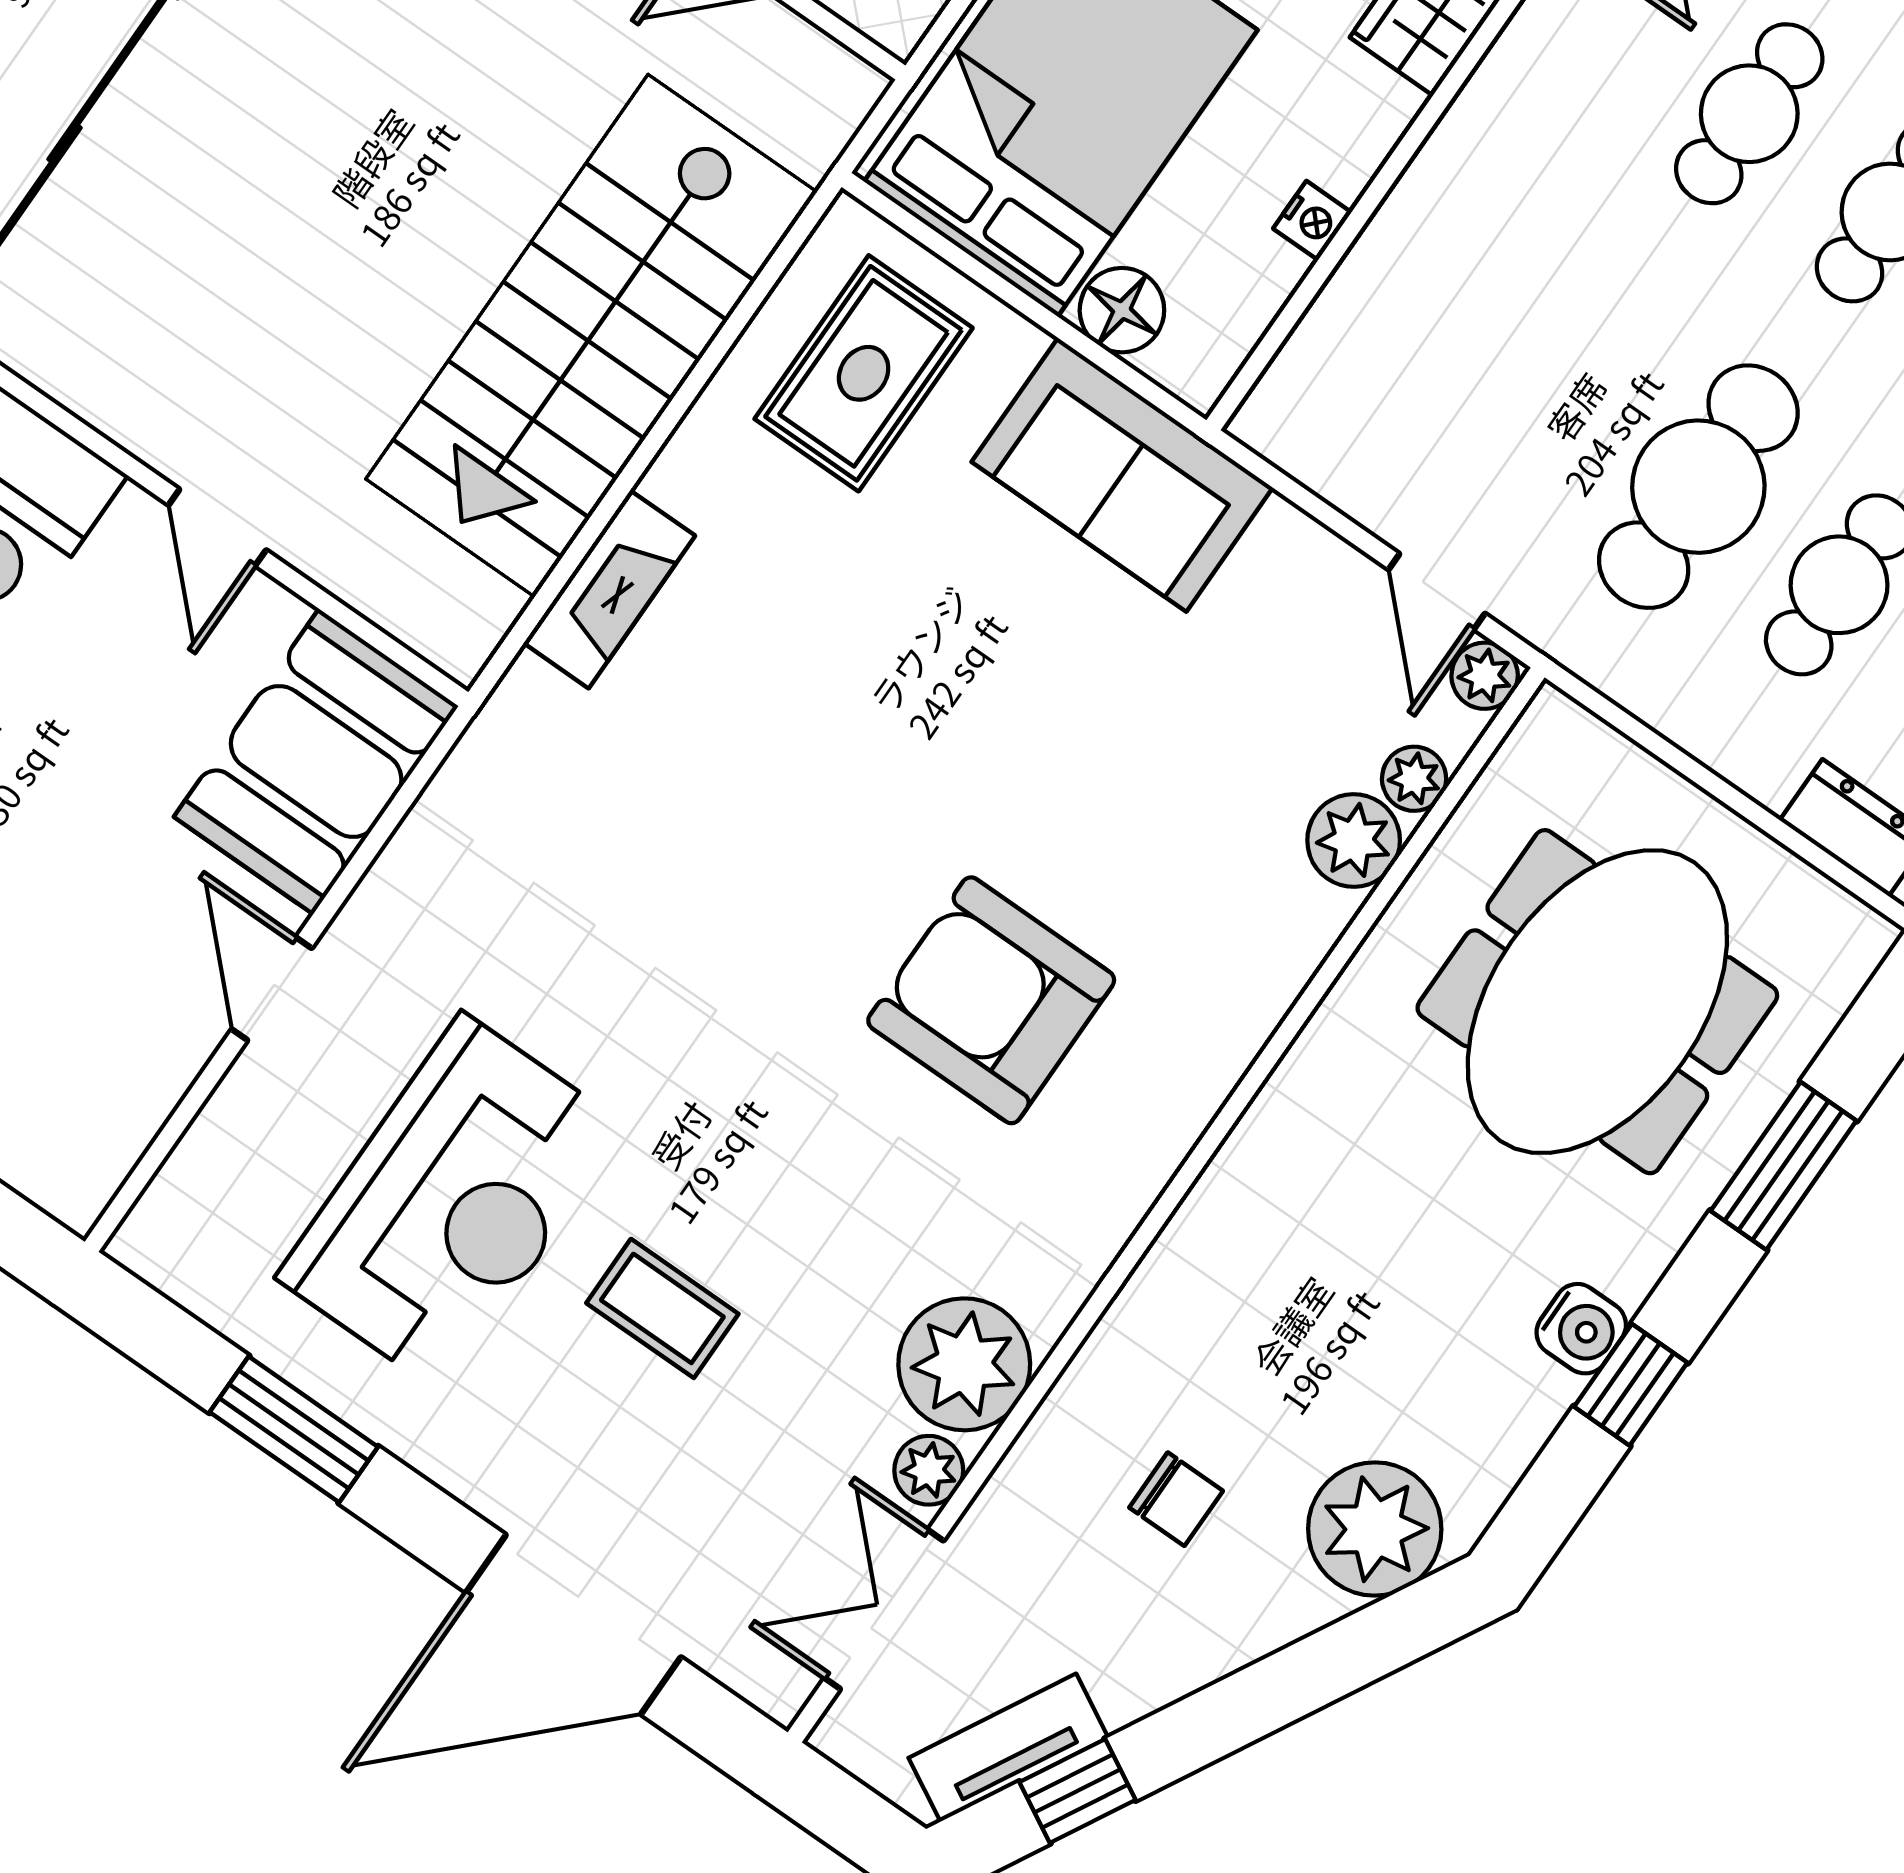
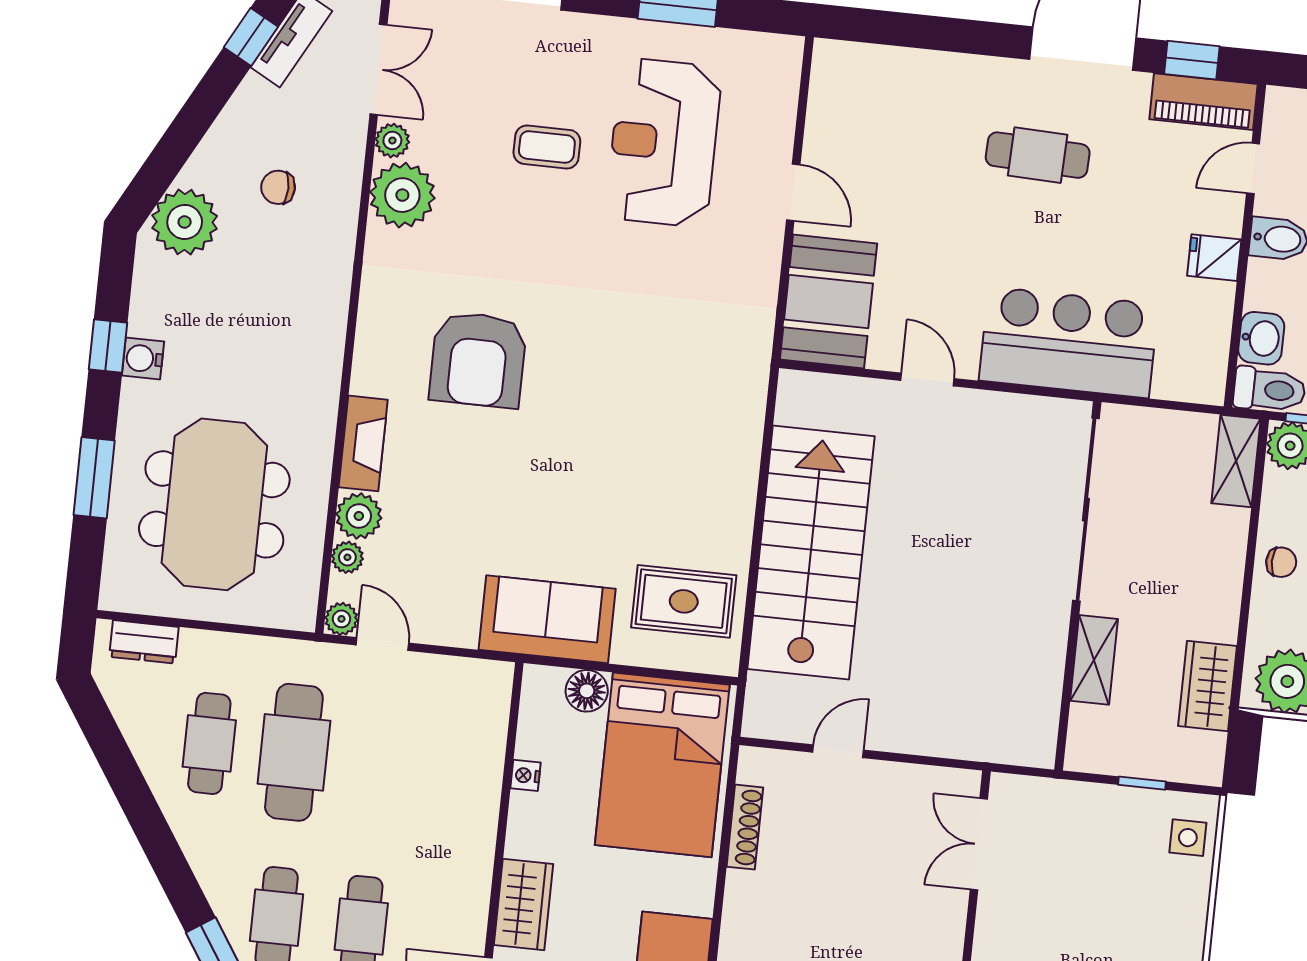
rug: (864, 373) -> (684, 601), turned 90
fireplace: (609, 589) -> (363, 443), moved, turned 180
armchair: (991, 1000) -> (478, 360), turned 90

